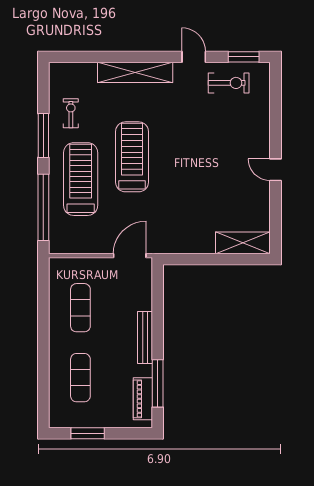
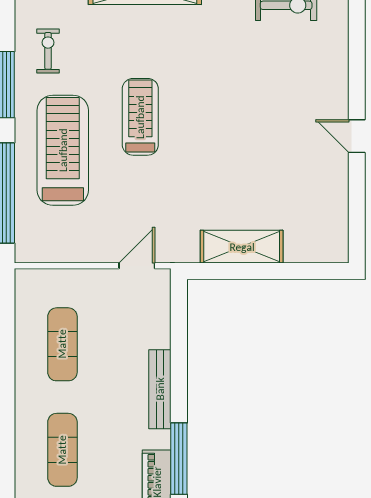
treadmill: (132, 157) -> (140, 117), width x0.73, depth x0.73
shelving: (243, 243) -> (242, 247), moved
door: (130, 256) -> (137, 266), width x0.73

